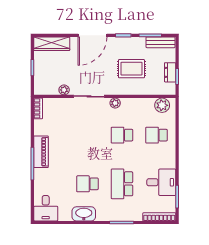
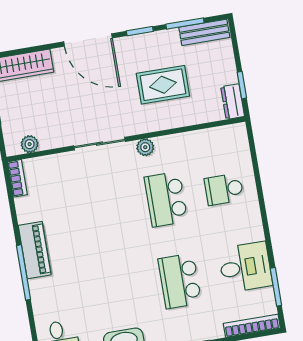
door: (92, 35) -> (88, 40), hinge flipped
dresser: (170, 72) -> (233, 102), moved
plant: (64, 90) -> (30, 144), moved
plant: (162, 105) -> (225, 138), removed
school desk: (122, 135) -> (166, 199), width x1.85
school desk: (87, 184) -> (122, 291), removed

